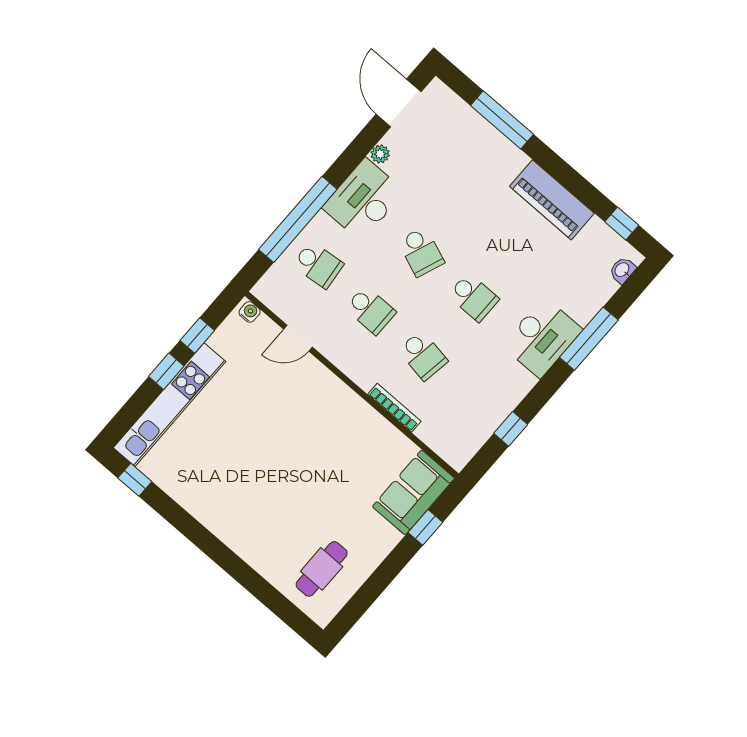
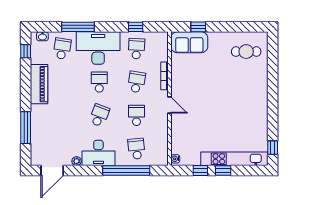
school desk: (576, 284) -> (62, 49), added
desk: (542, 337) -> (98, 48), width x1.36, depth x1.30
door: (298, 338) -> (170, 105), moved
school desk: (475, 401) -> (137, 49), added

